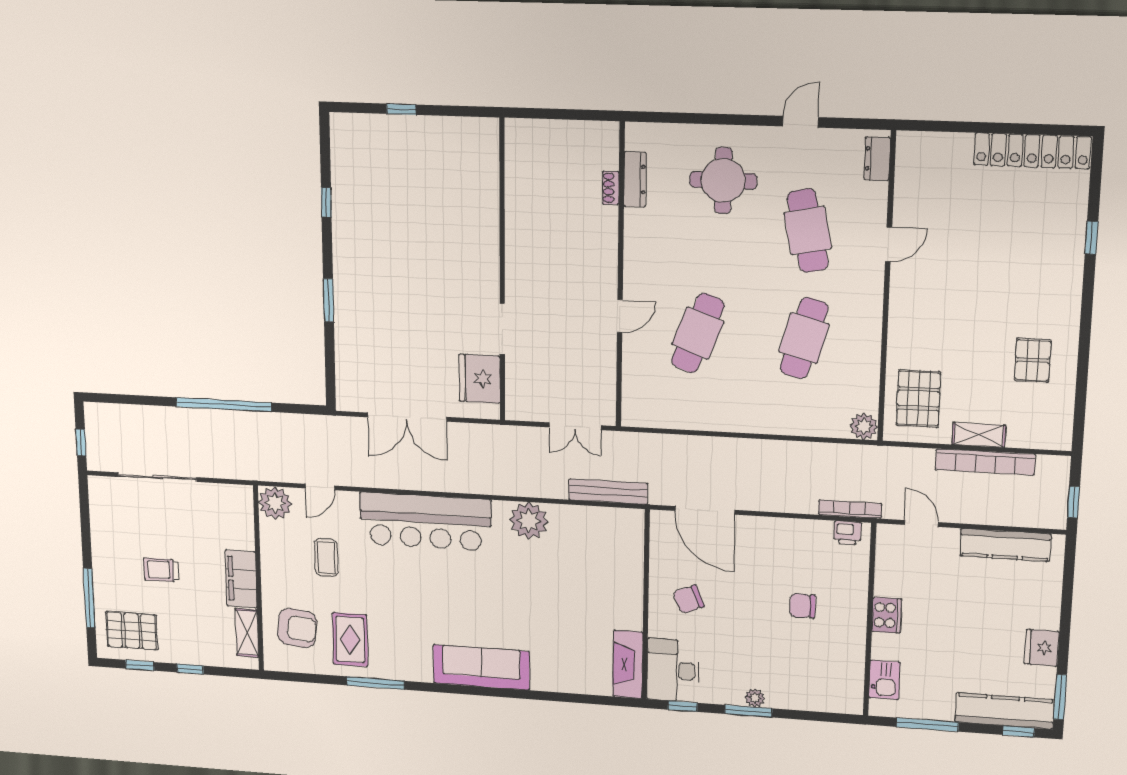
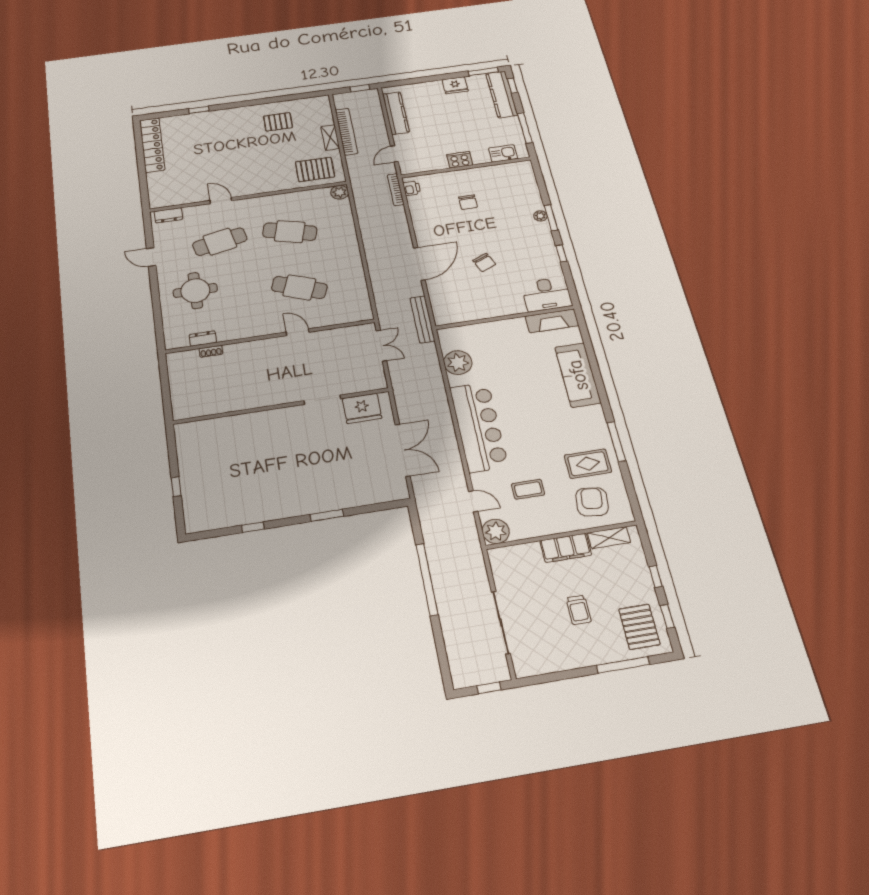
dresser: (635, 179) -> (203, 339), width x0.70
wall: (646, 605) -> (505, 317), moved
fireplace: (628, 664) -> (552, 321), moved
desk: (673, 670) -> (547, 294), moved

